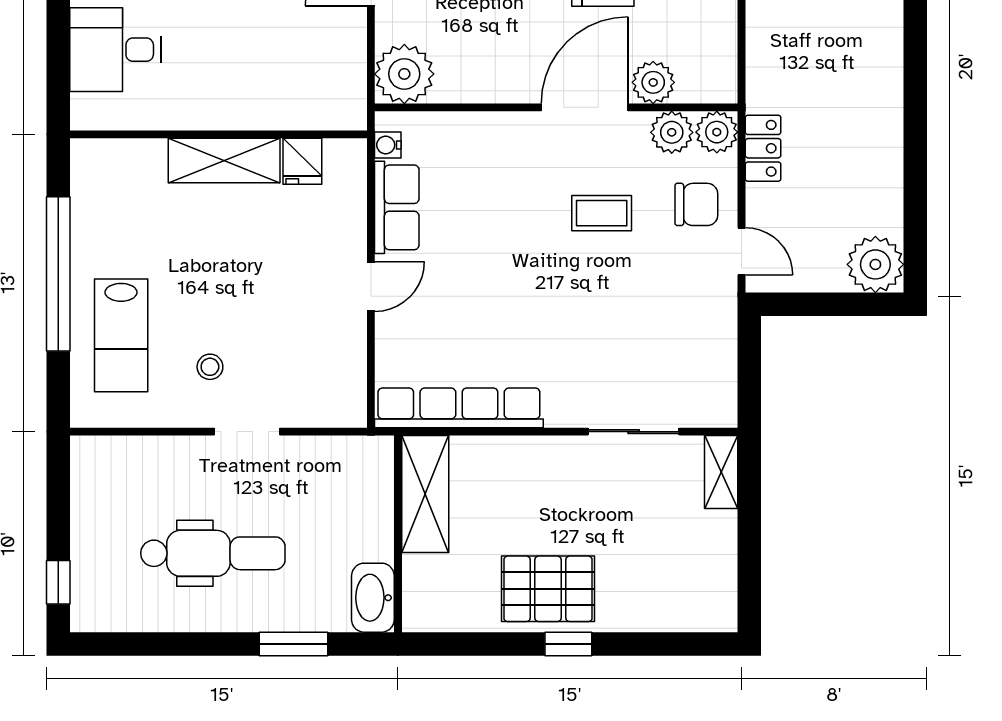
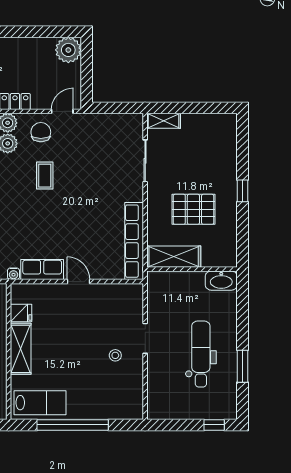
lab bench: (121, 335) -> (40, 403), moved
pallet: (548, 589) -> (193, 209), moved, turned 90
window: (294, 644) -> (242, 366), moved

